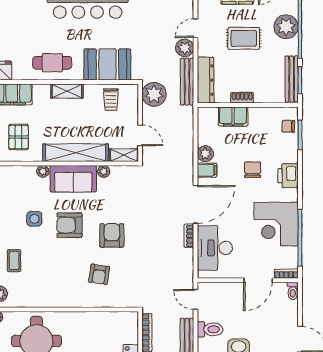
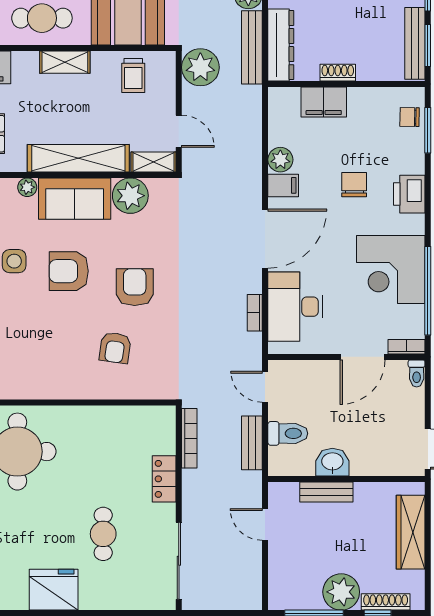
plant: (104, 171) -> (130, 196), width x1.88, depth x1.88
bookcase: (189, 236) -> (255, 313), moved

